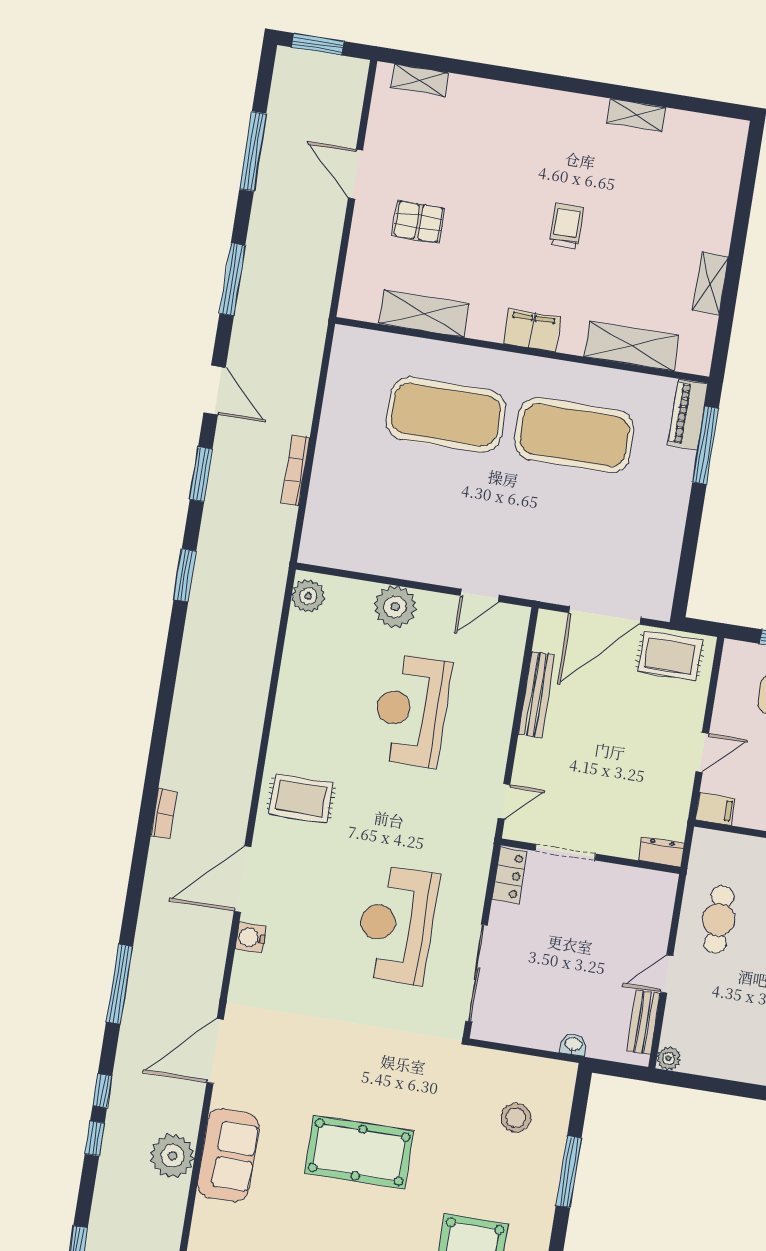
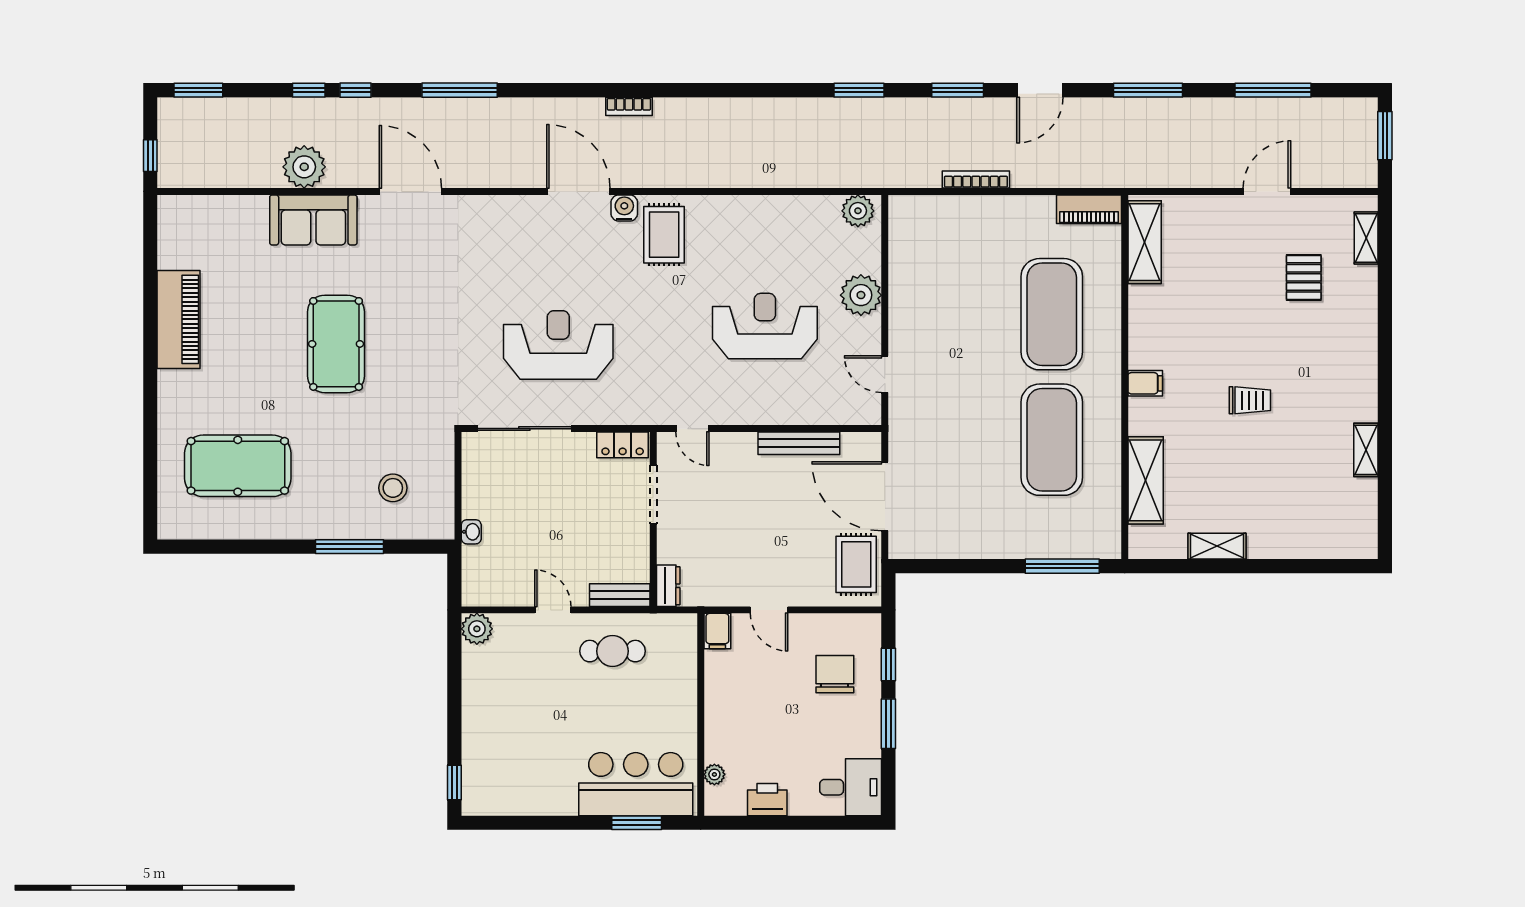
pallet: (419, 222) -> (1304, 277), moved
shelving: (424, 314) -> (1145, 242), moved
filing cabinet: (532, 330) -> (1145, 383), width x0.50
piano: (688, 414) -> (1089, 209), moved, turned 180
water cooler: (251, 937) -> (624, 208), moved
bench: (643, 1022) -> (620, 595), moved
plant: (669, 1058) -> (477, 629), width x1.38, depth x1.38

